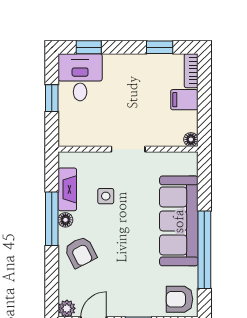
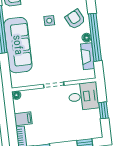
desk: (80, 77) -> (83, 96), moved, turned -90
side table: (106, 196) -> (49, 21), moved
window: (52, 219) -> (95, 37), width x1.46

